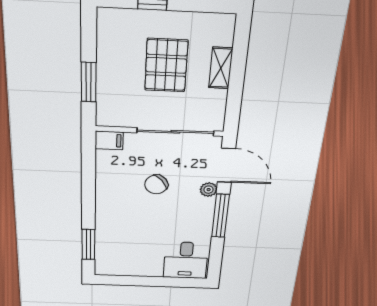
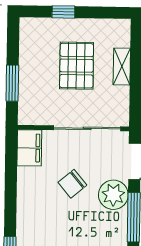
filing cabinet: (109, 140) -> (29, 148), width x2.00
plant: (209, 190) -> (113, 195), width x1.87, depth x1.87

